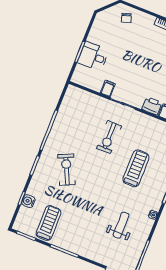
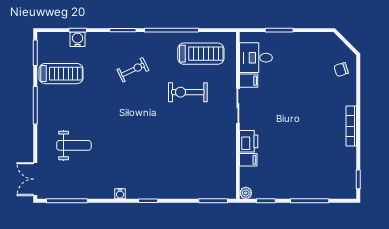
desk: (93, 56) -> (256, 58), moved, turned -90
exercise bike: (109, 137) -> (188, 92), moved
treadmill: (136, 168) -> (201, 54), moved
exercise bike: (67, 170) -> (133, 70), width x0.73, depth x0.72
weight bench: (121, 225) -> (74, 145), moved

